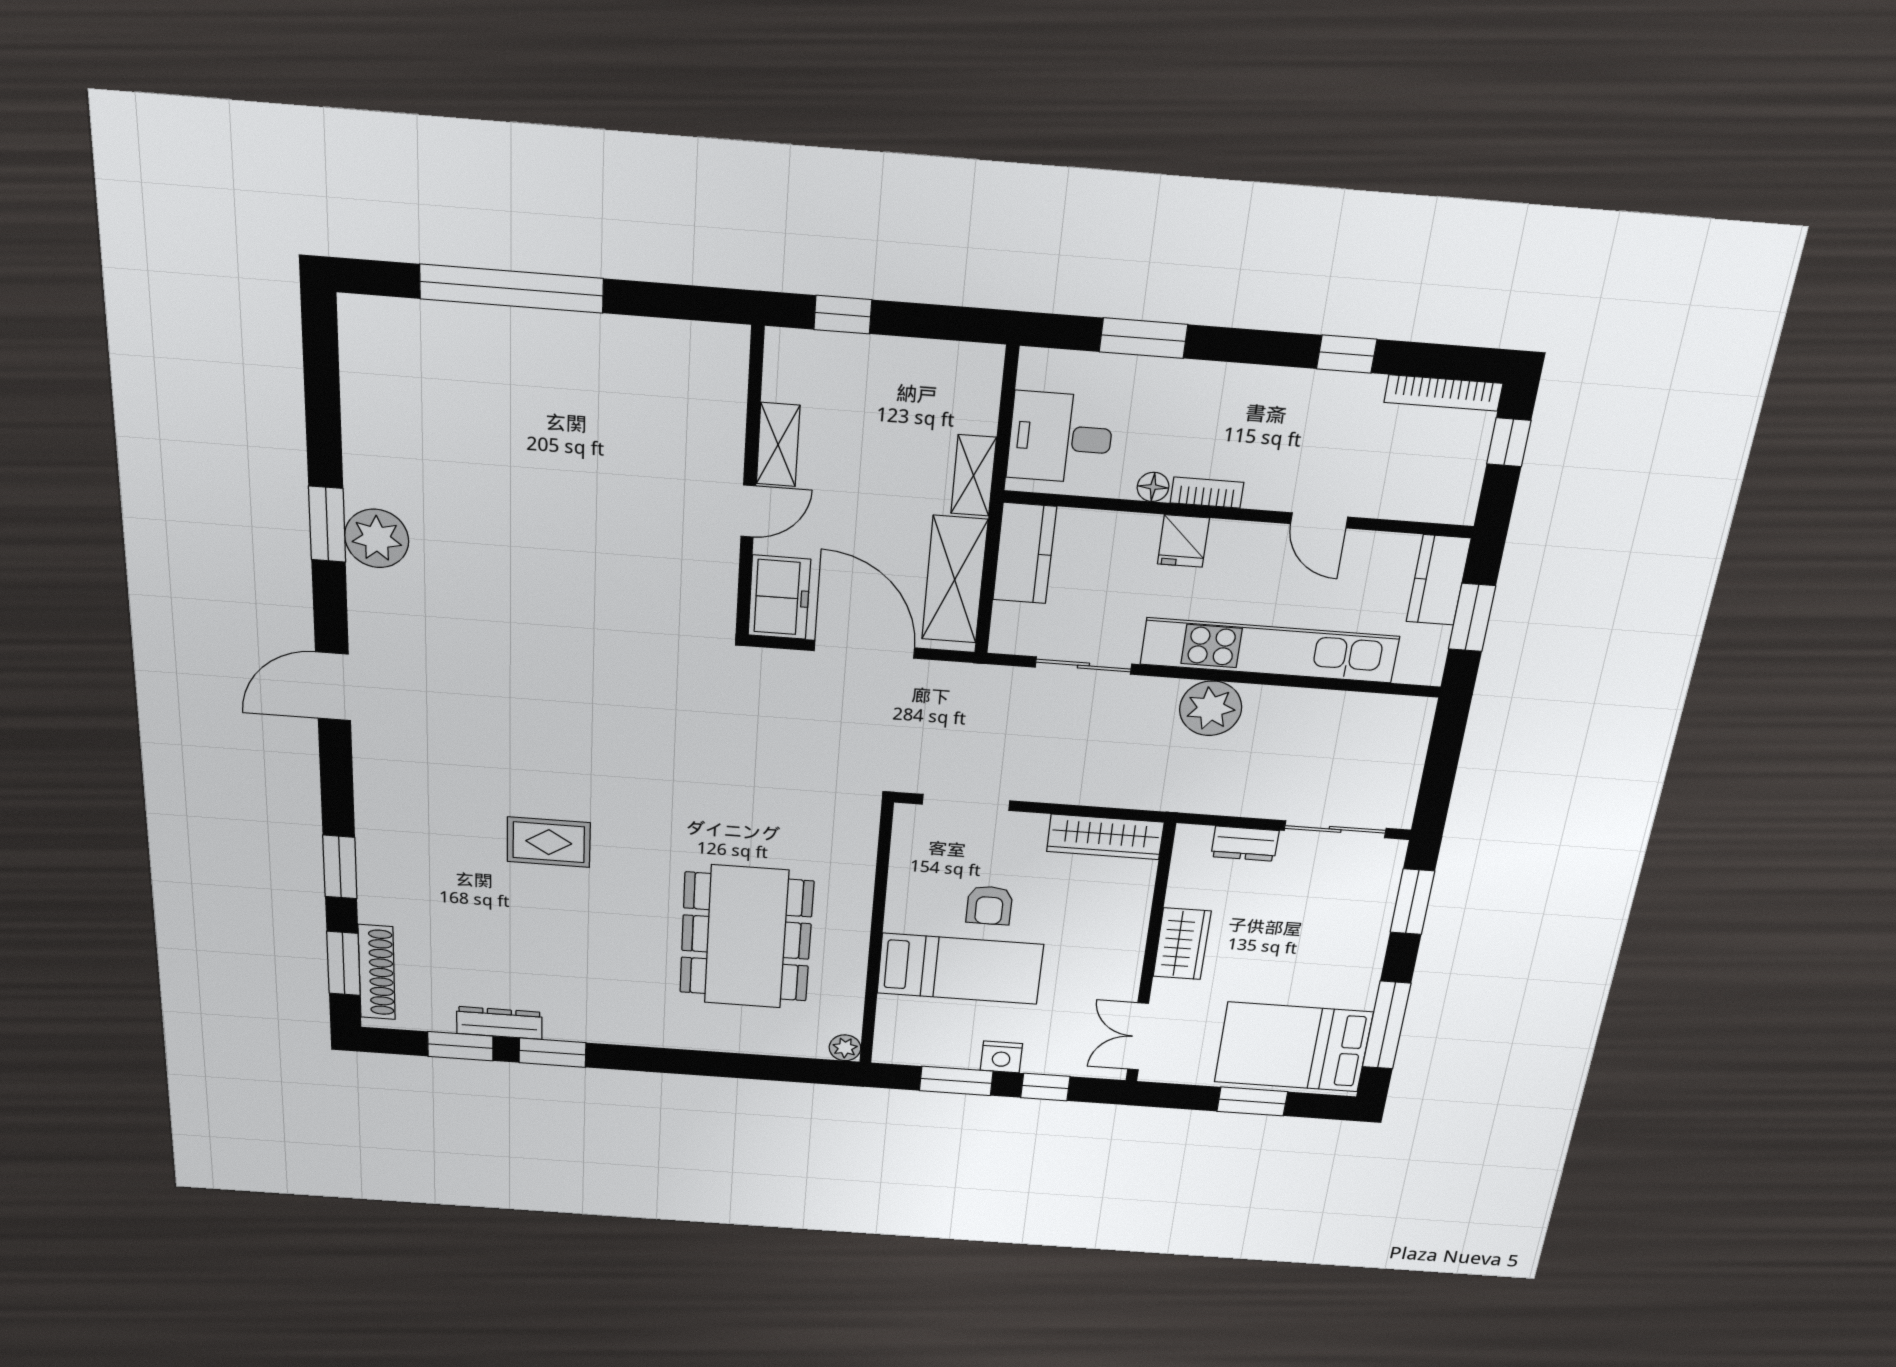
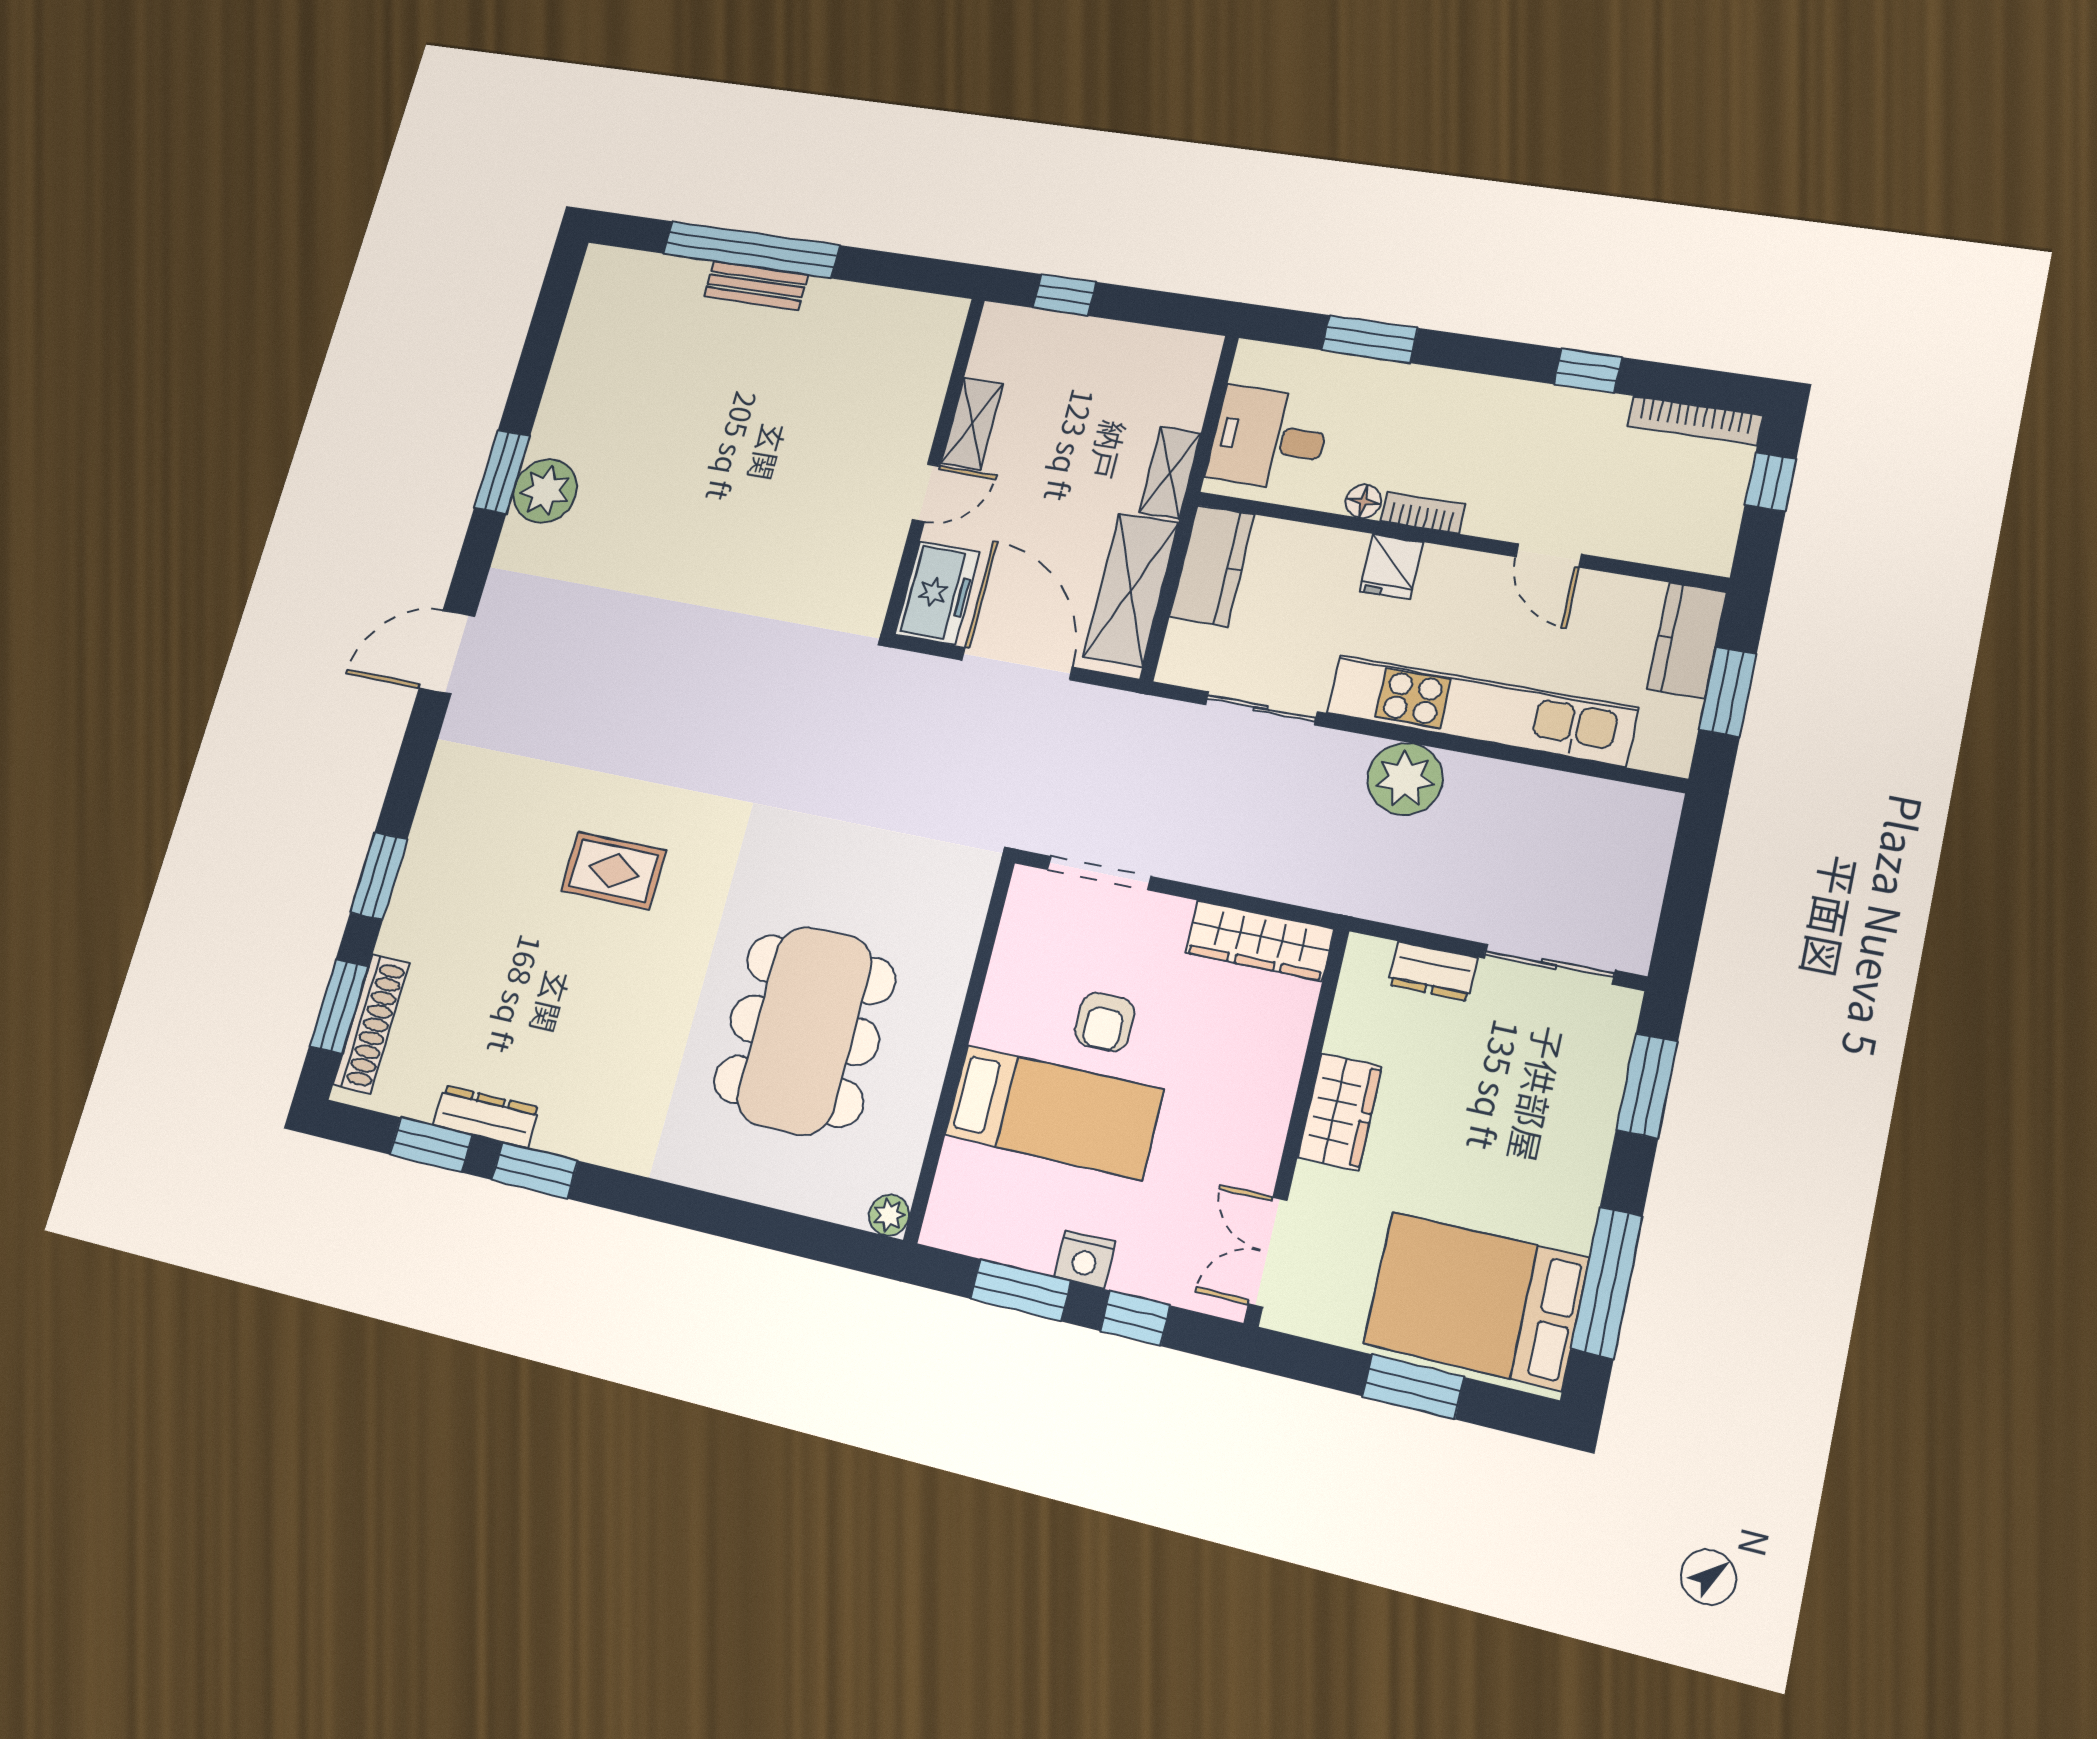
bench: (528, 326) -> (756, 286), added

